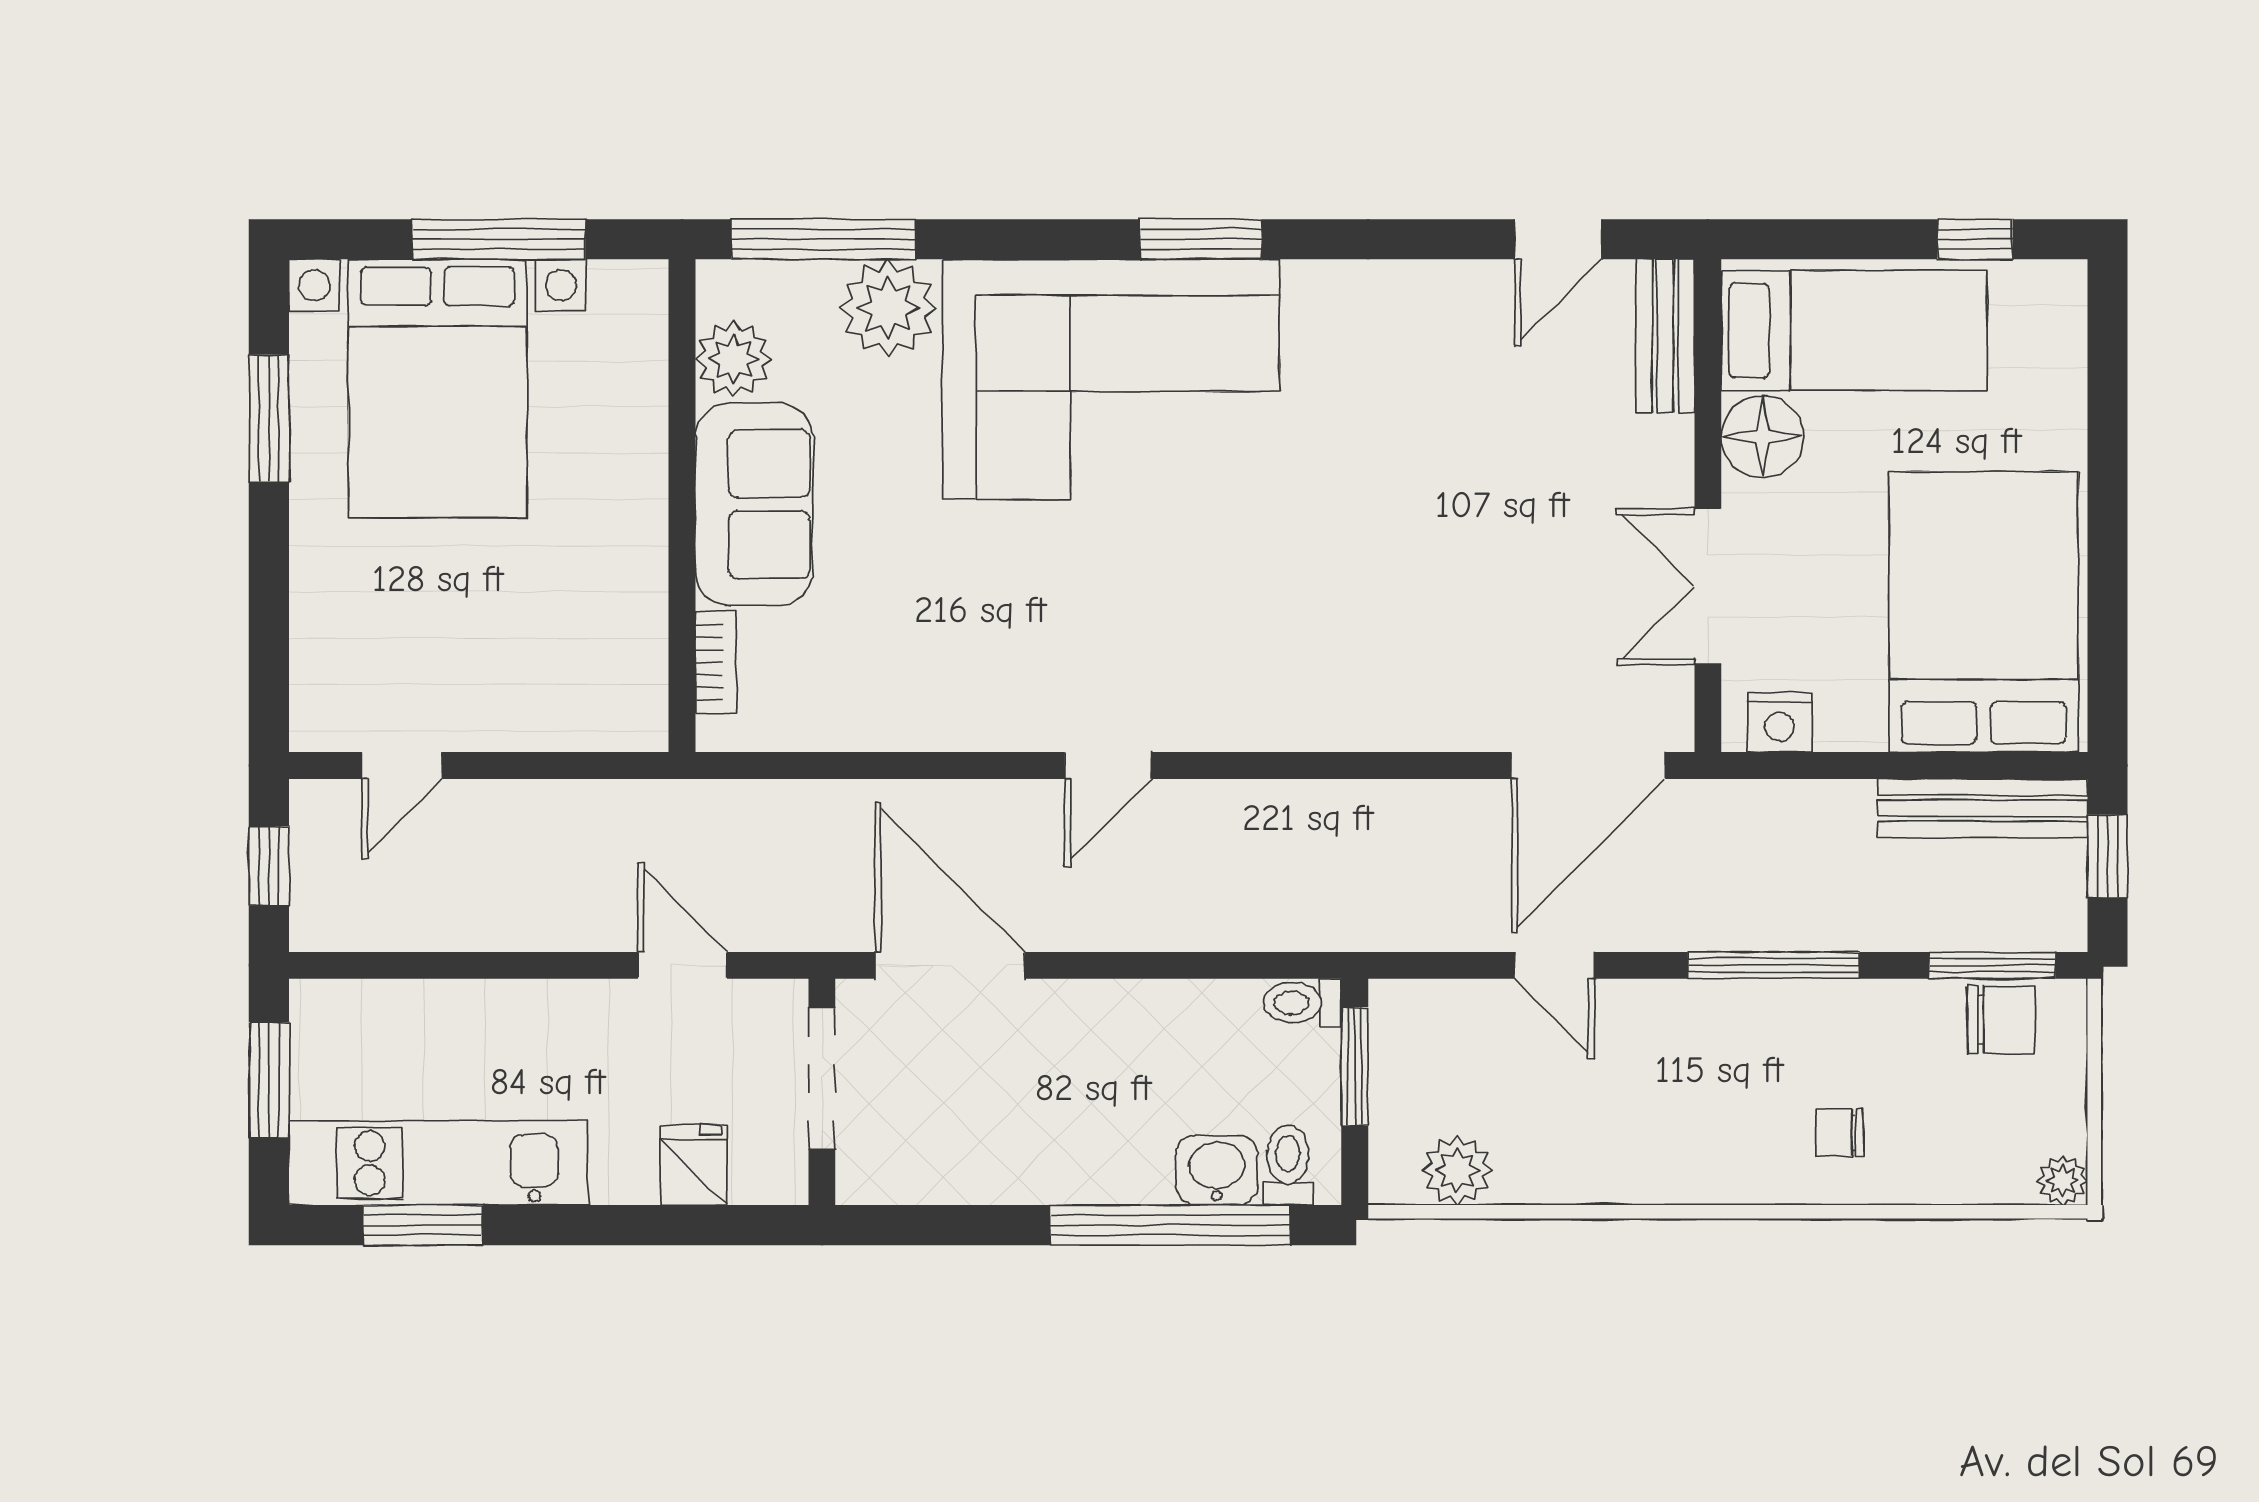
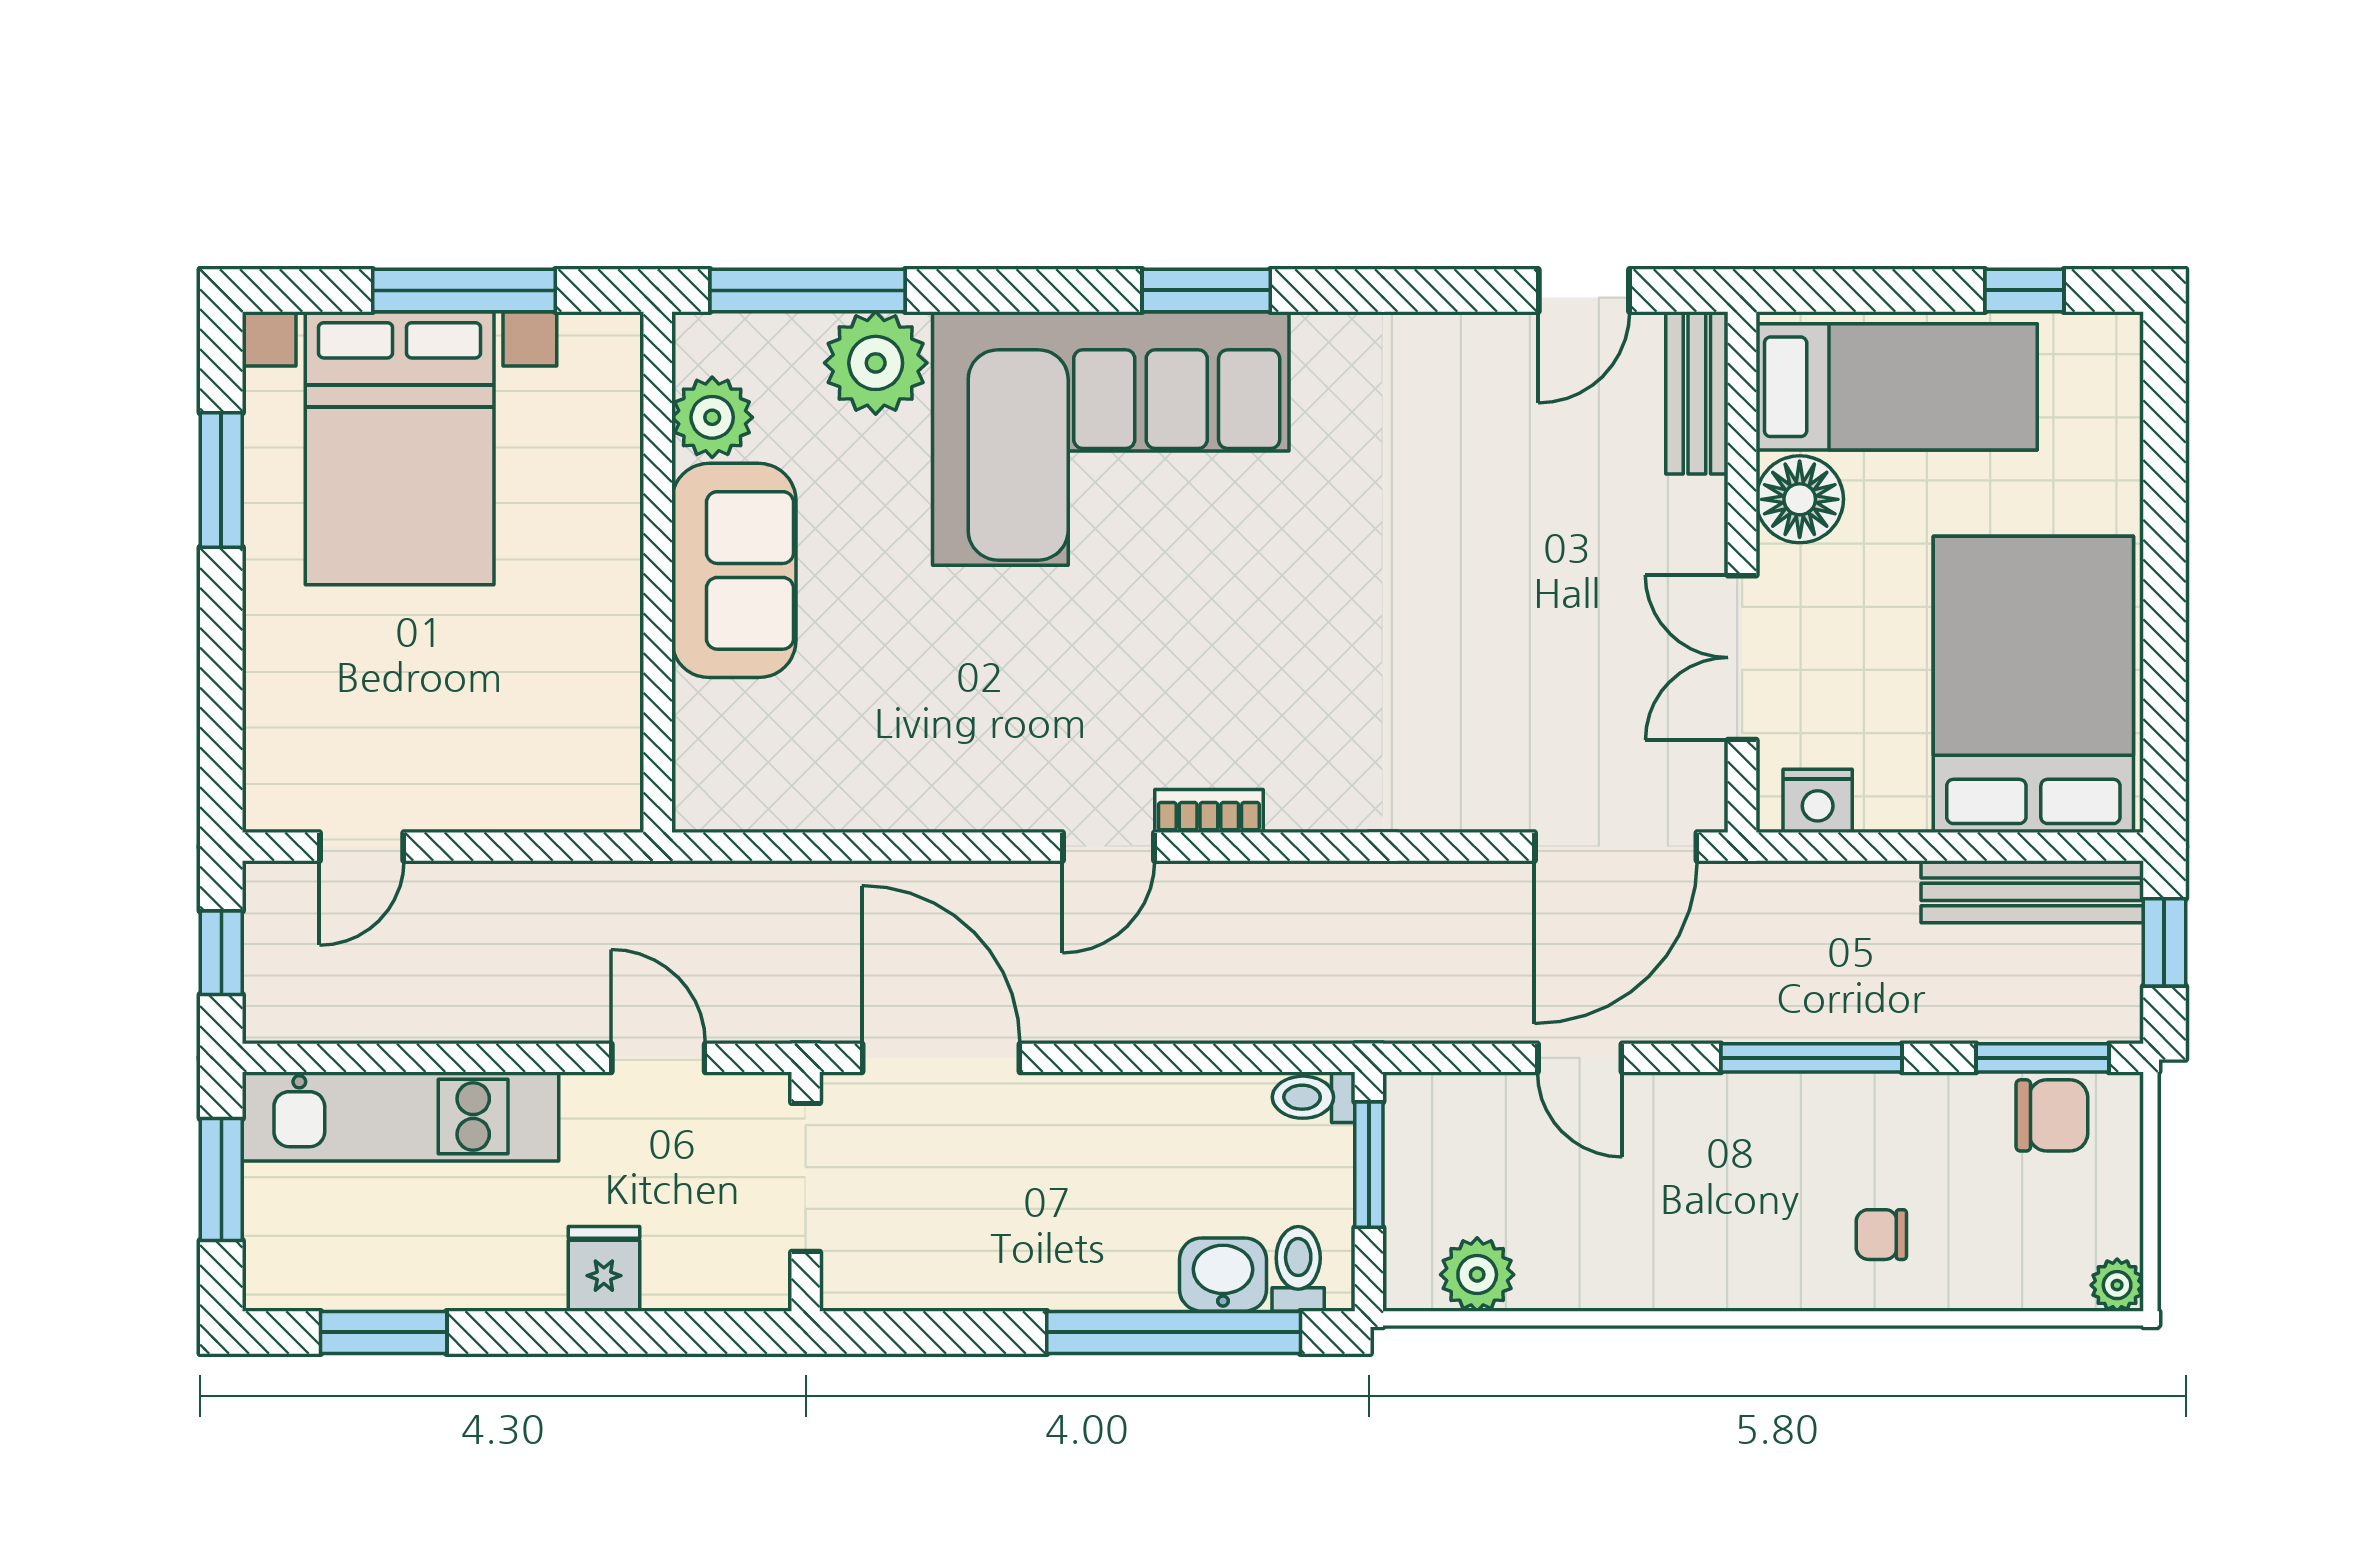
bookcase: (716, 662) -> (1209, 811), moved, turned -90
kitchen unit: (439, 1163) -> (400, 1117), moved, turned 180
fridge: (693, 1165) -> (604, 1269), moved

